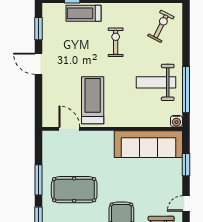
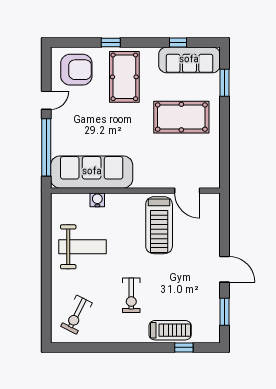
window: (186, 90) -> (46, 238), removed
water cooler: (176, 121) -> (97, 200), moved
window: (186, 165) -> (46, 147), width x2.11
window: (39, 180) -> (224, 129), removed

